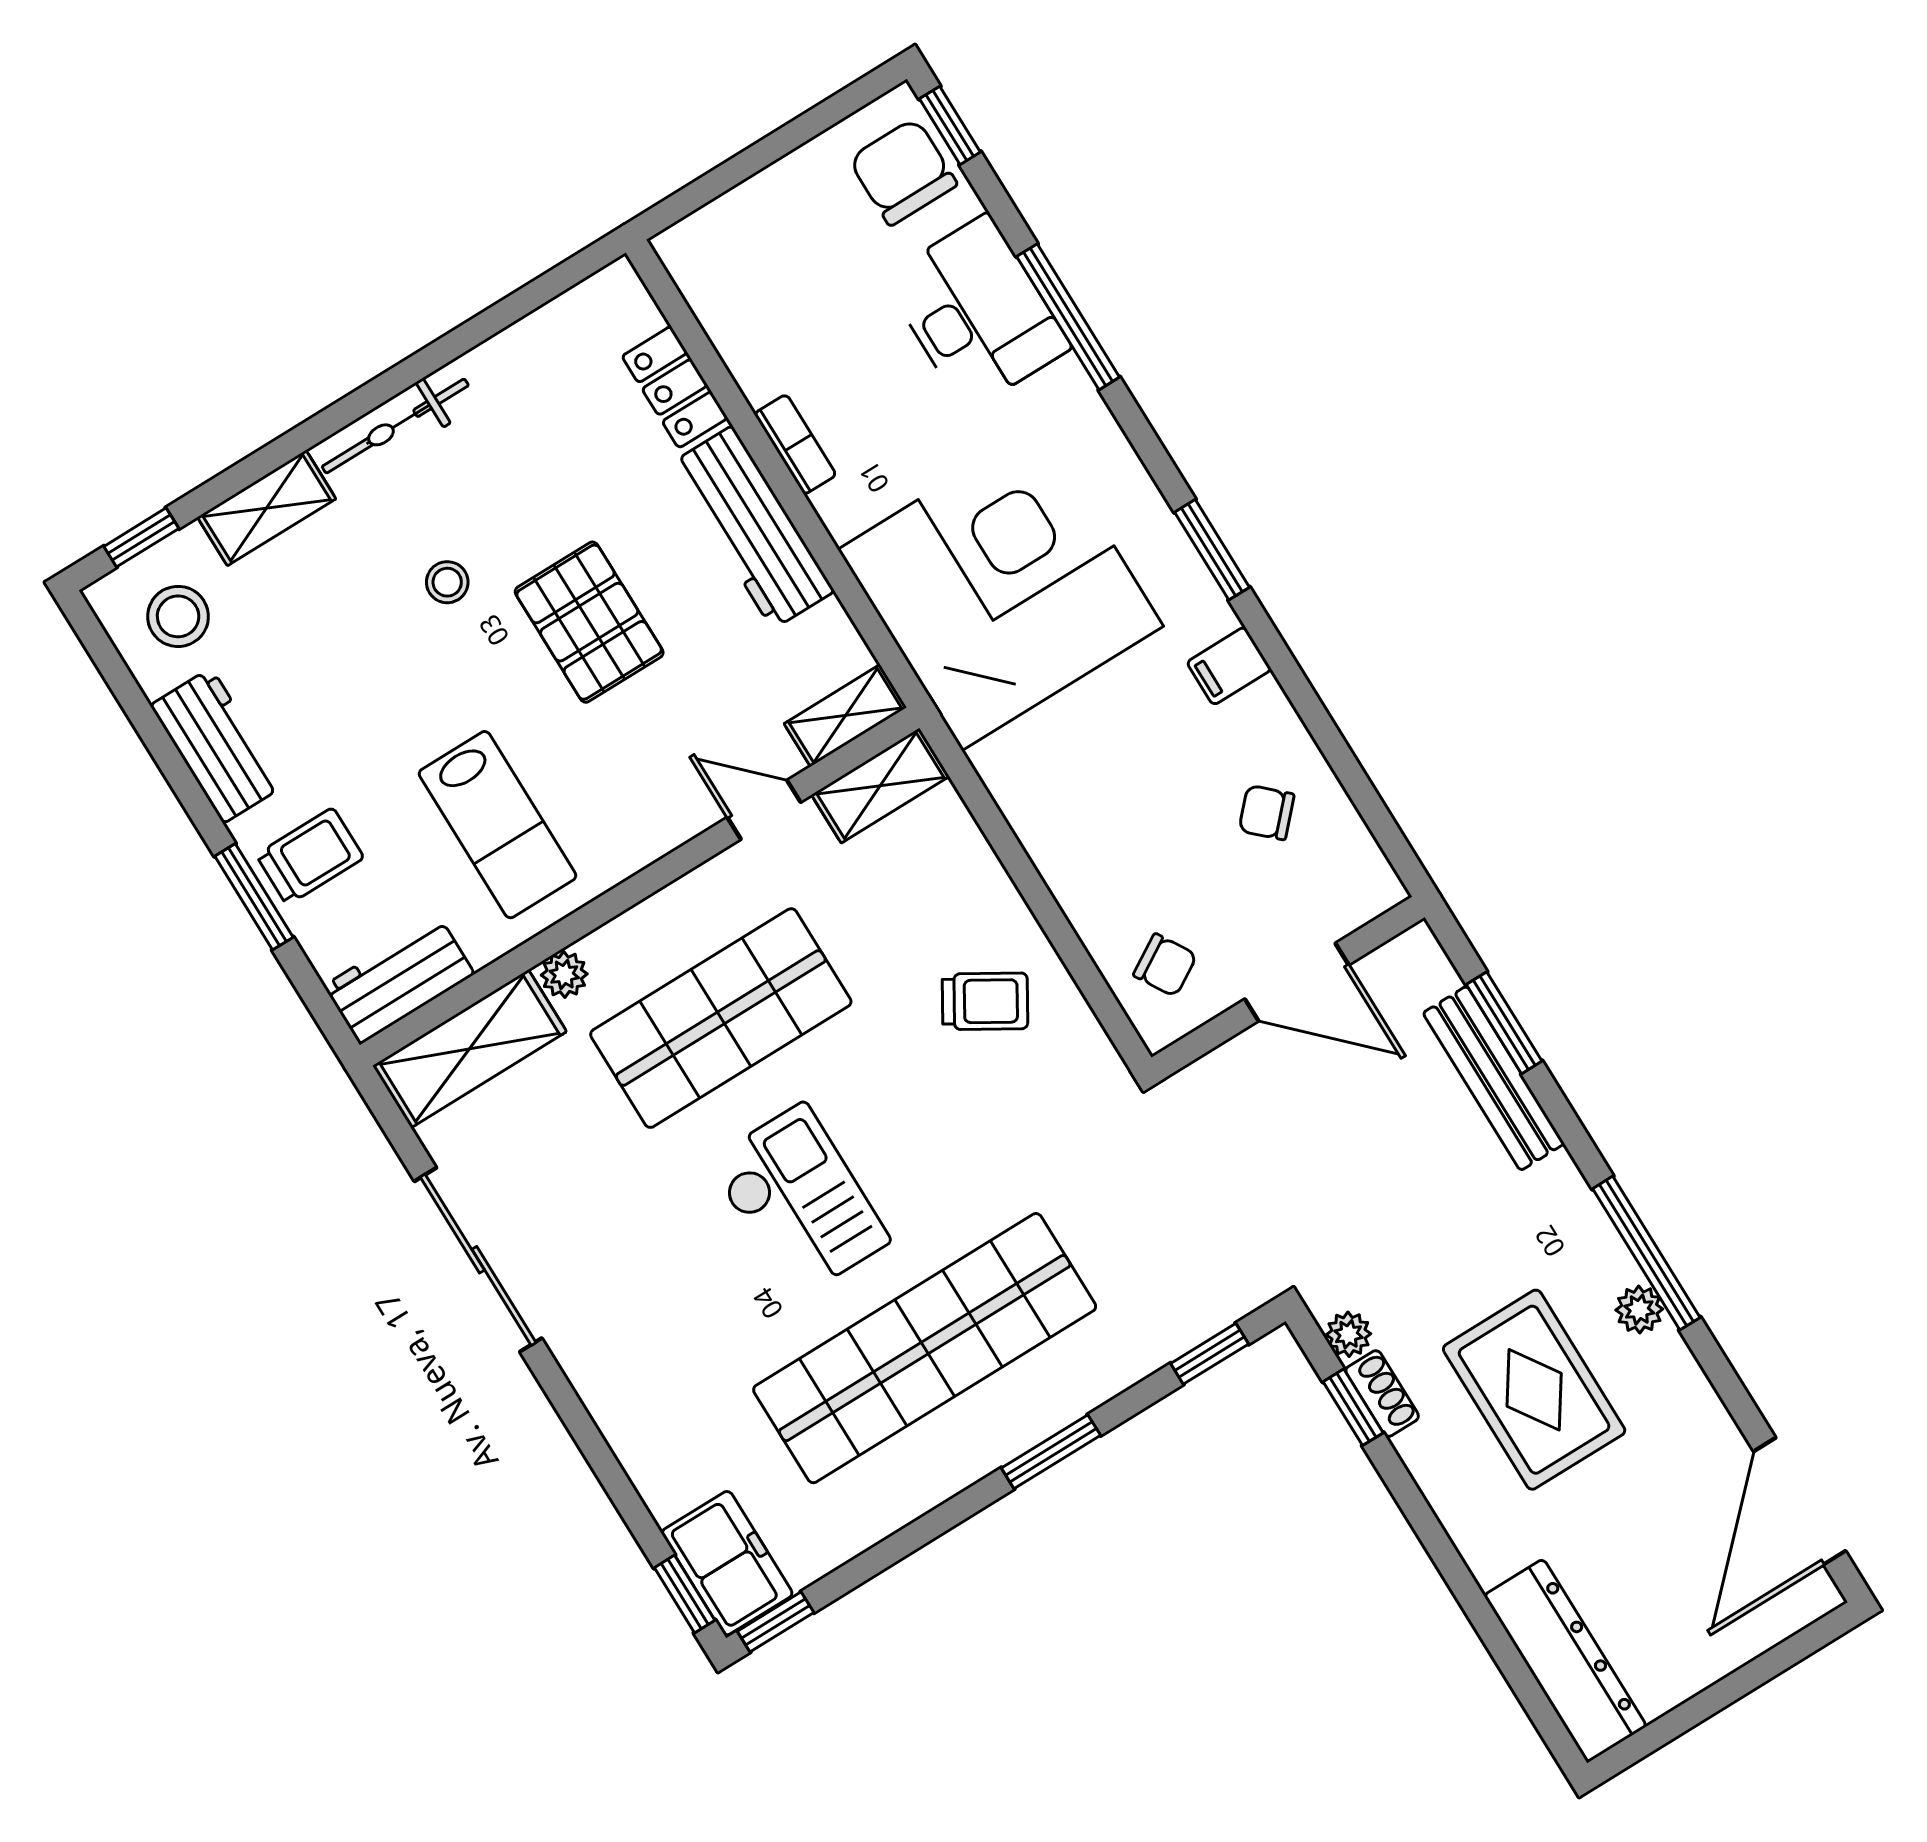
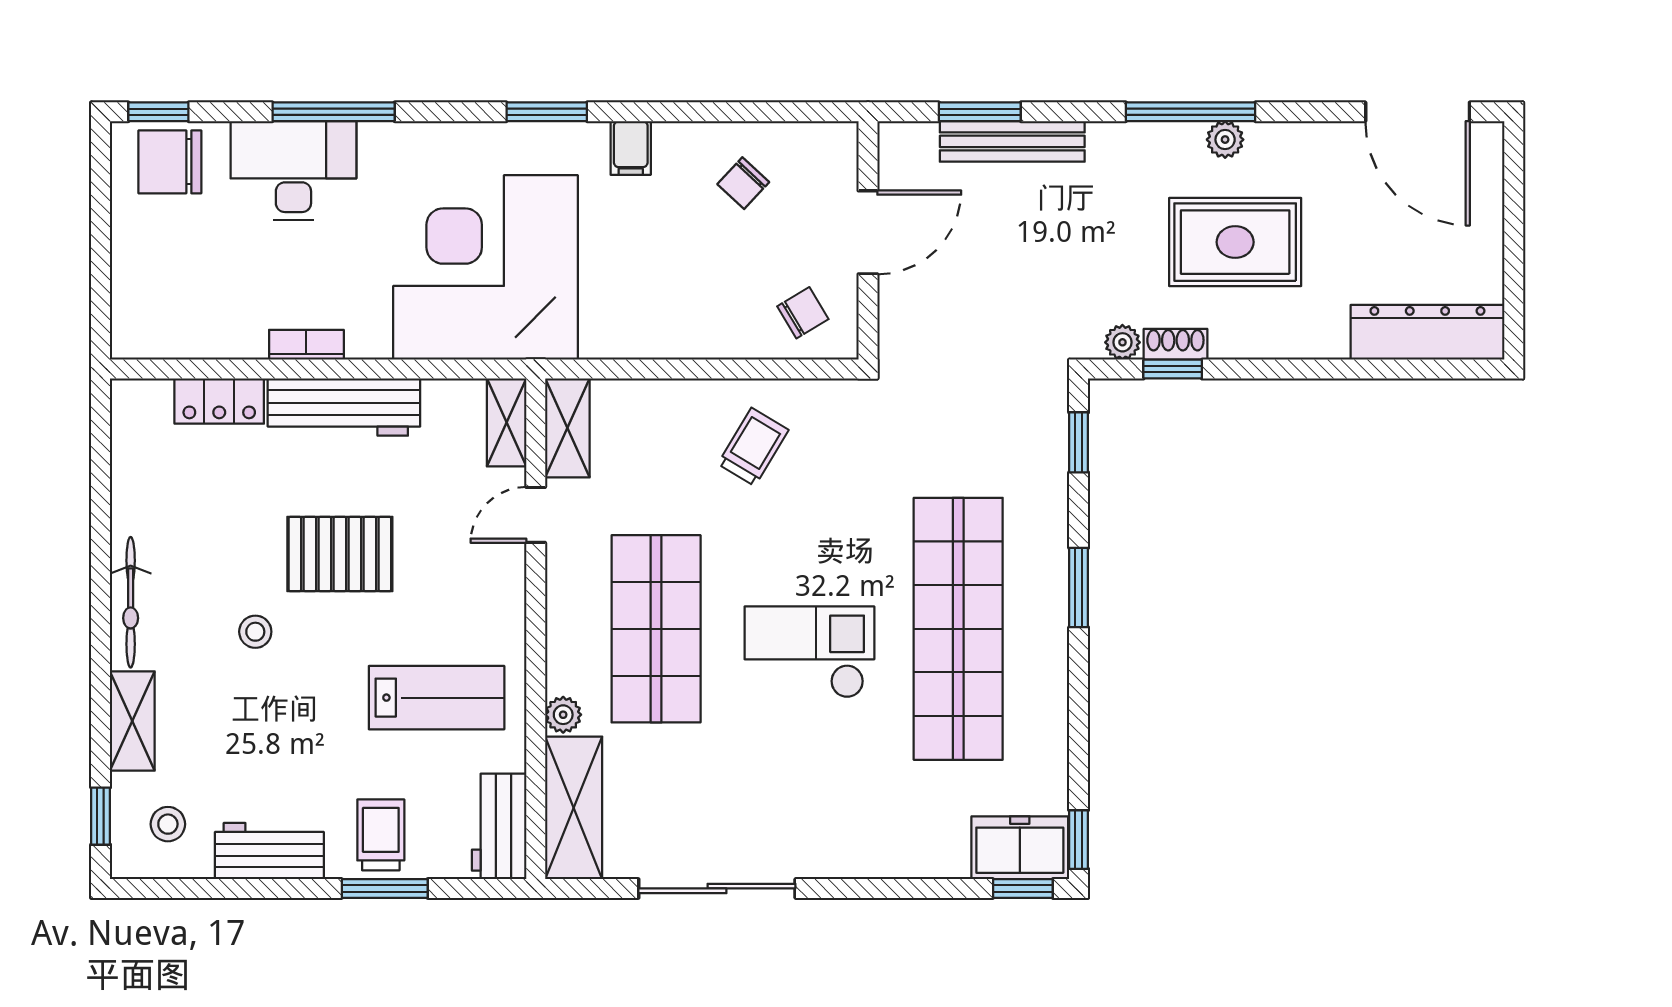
stool: (178, 616) -> (168, 824), width x0.73, depth x0.73

